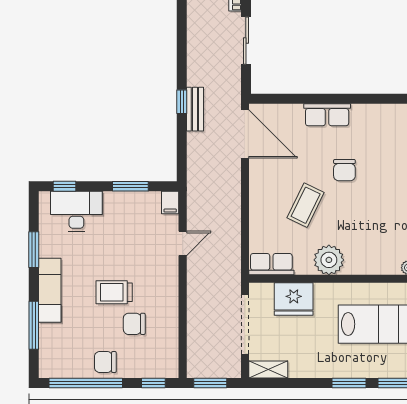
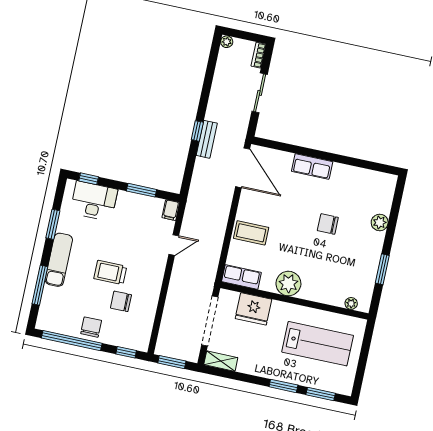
chair: (344, 170) -> (328, 224), moved, turned 90
coffee table: (306, 205) -> (251, 233), moved, turned 64
chair: (105, 362) -> (91, 327), turned 90

